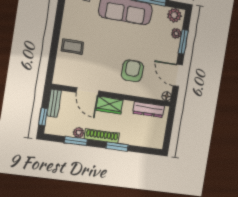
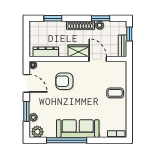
armchair: (132, 71) -> (64, 81), turned 90
window: (117, 147) -> (53, 18), moved

